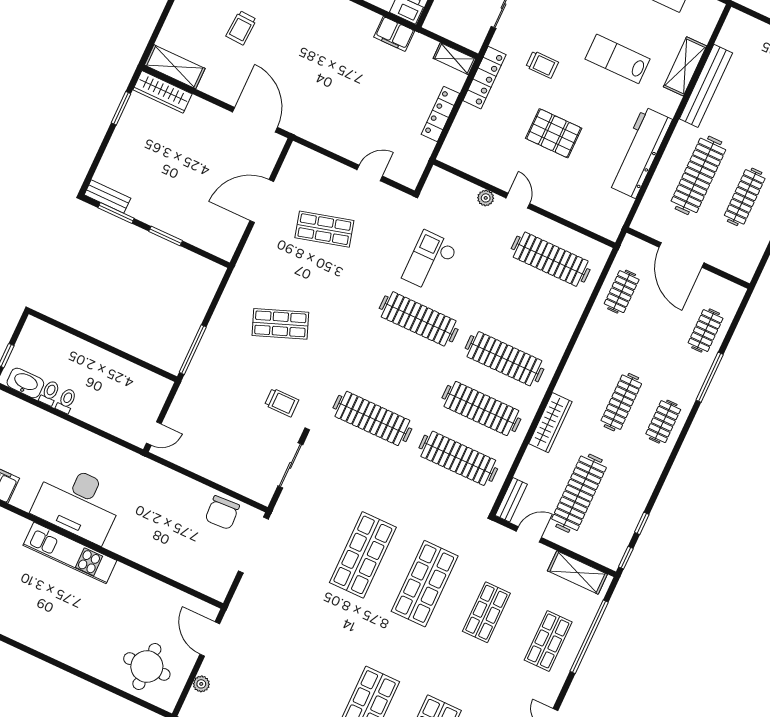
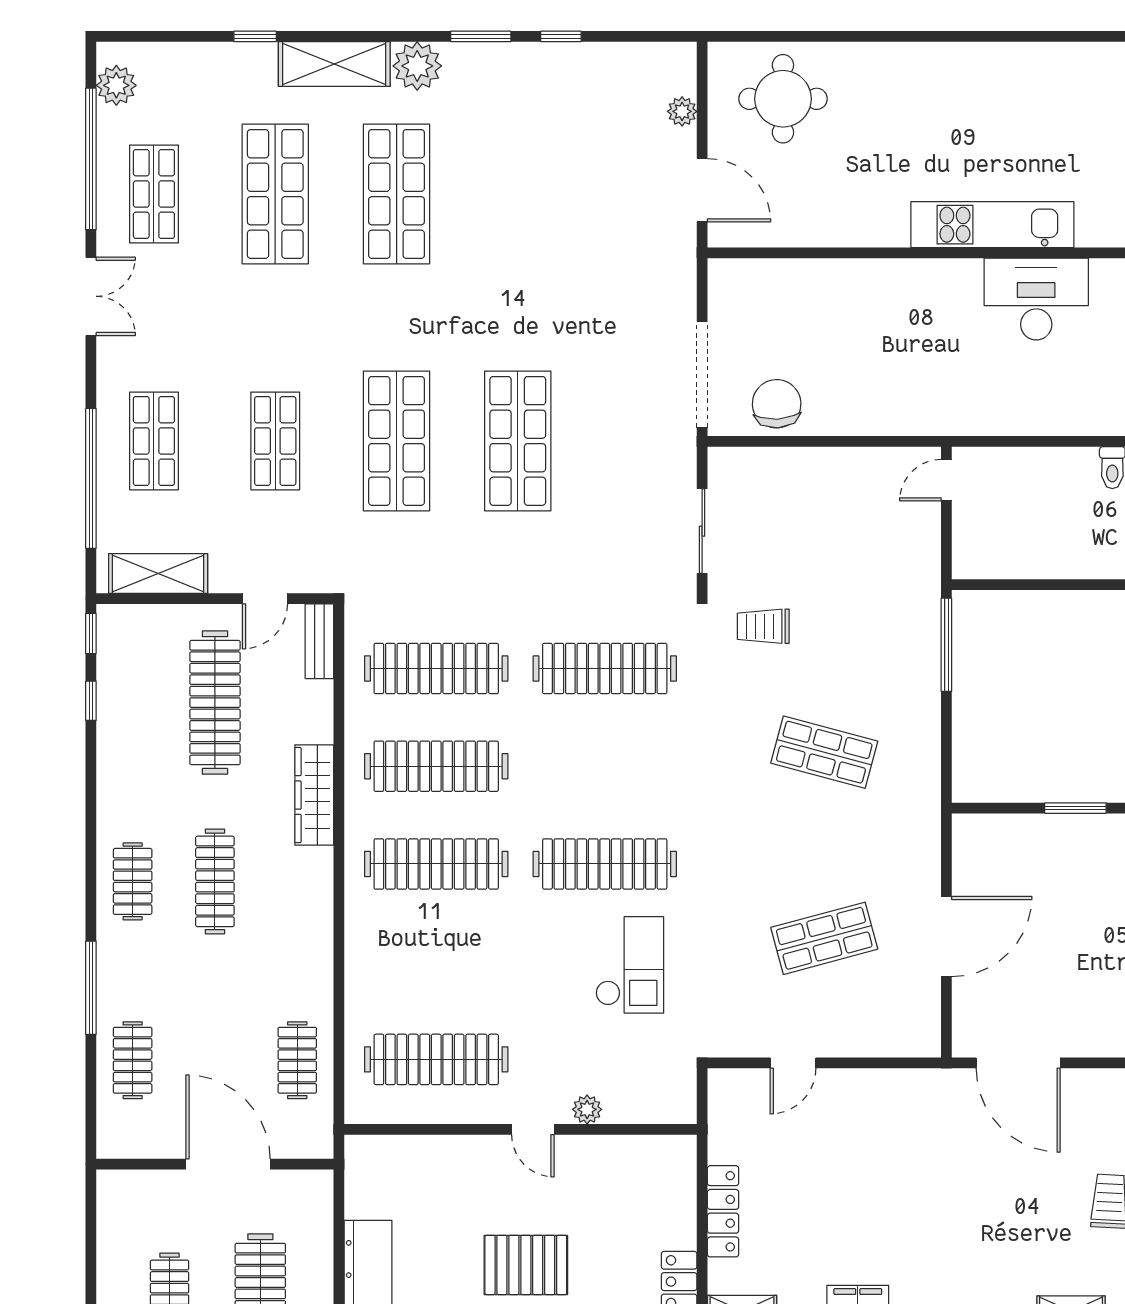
shop shelf: (280, 324) -> (824, 752), turned 36
desk: (78, 503) -> (1036, 299), width x0.73, depth x0.77

